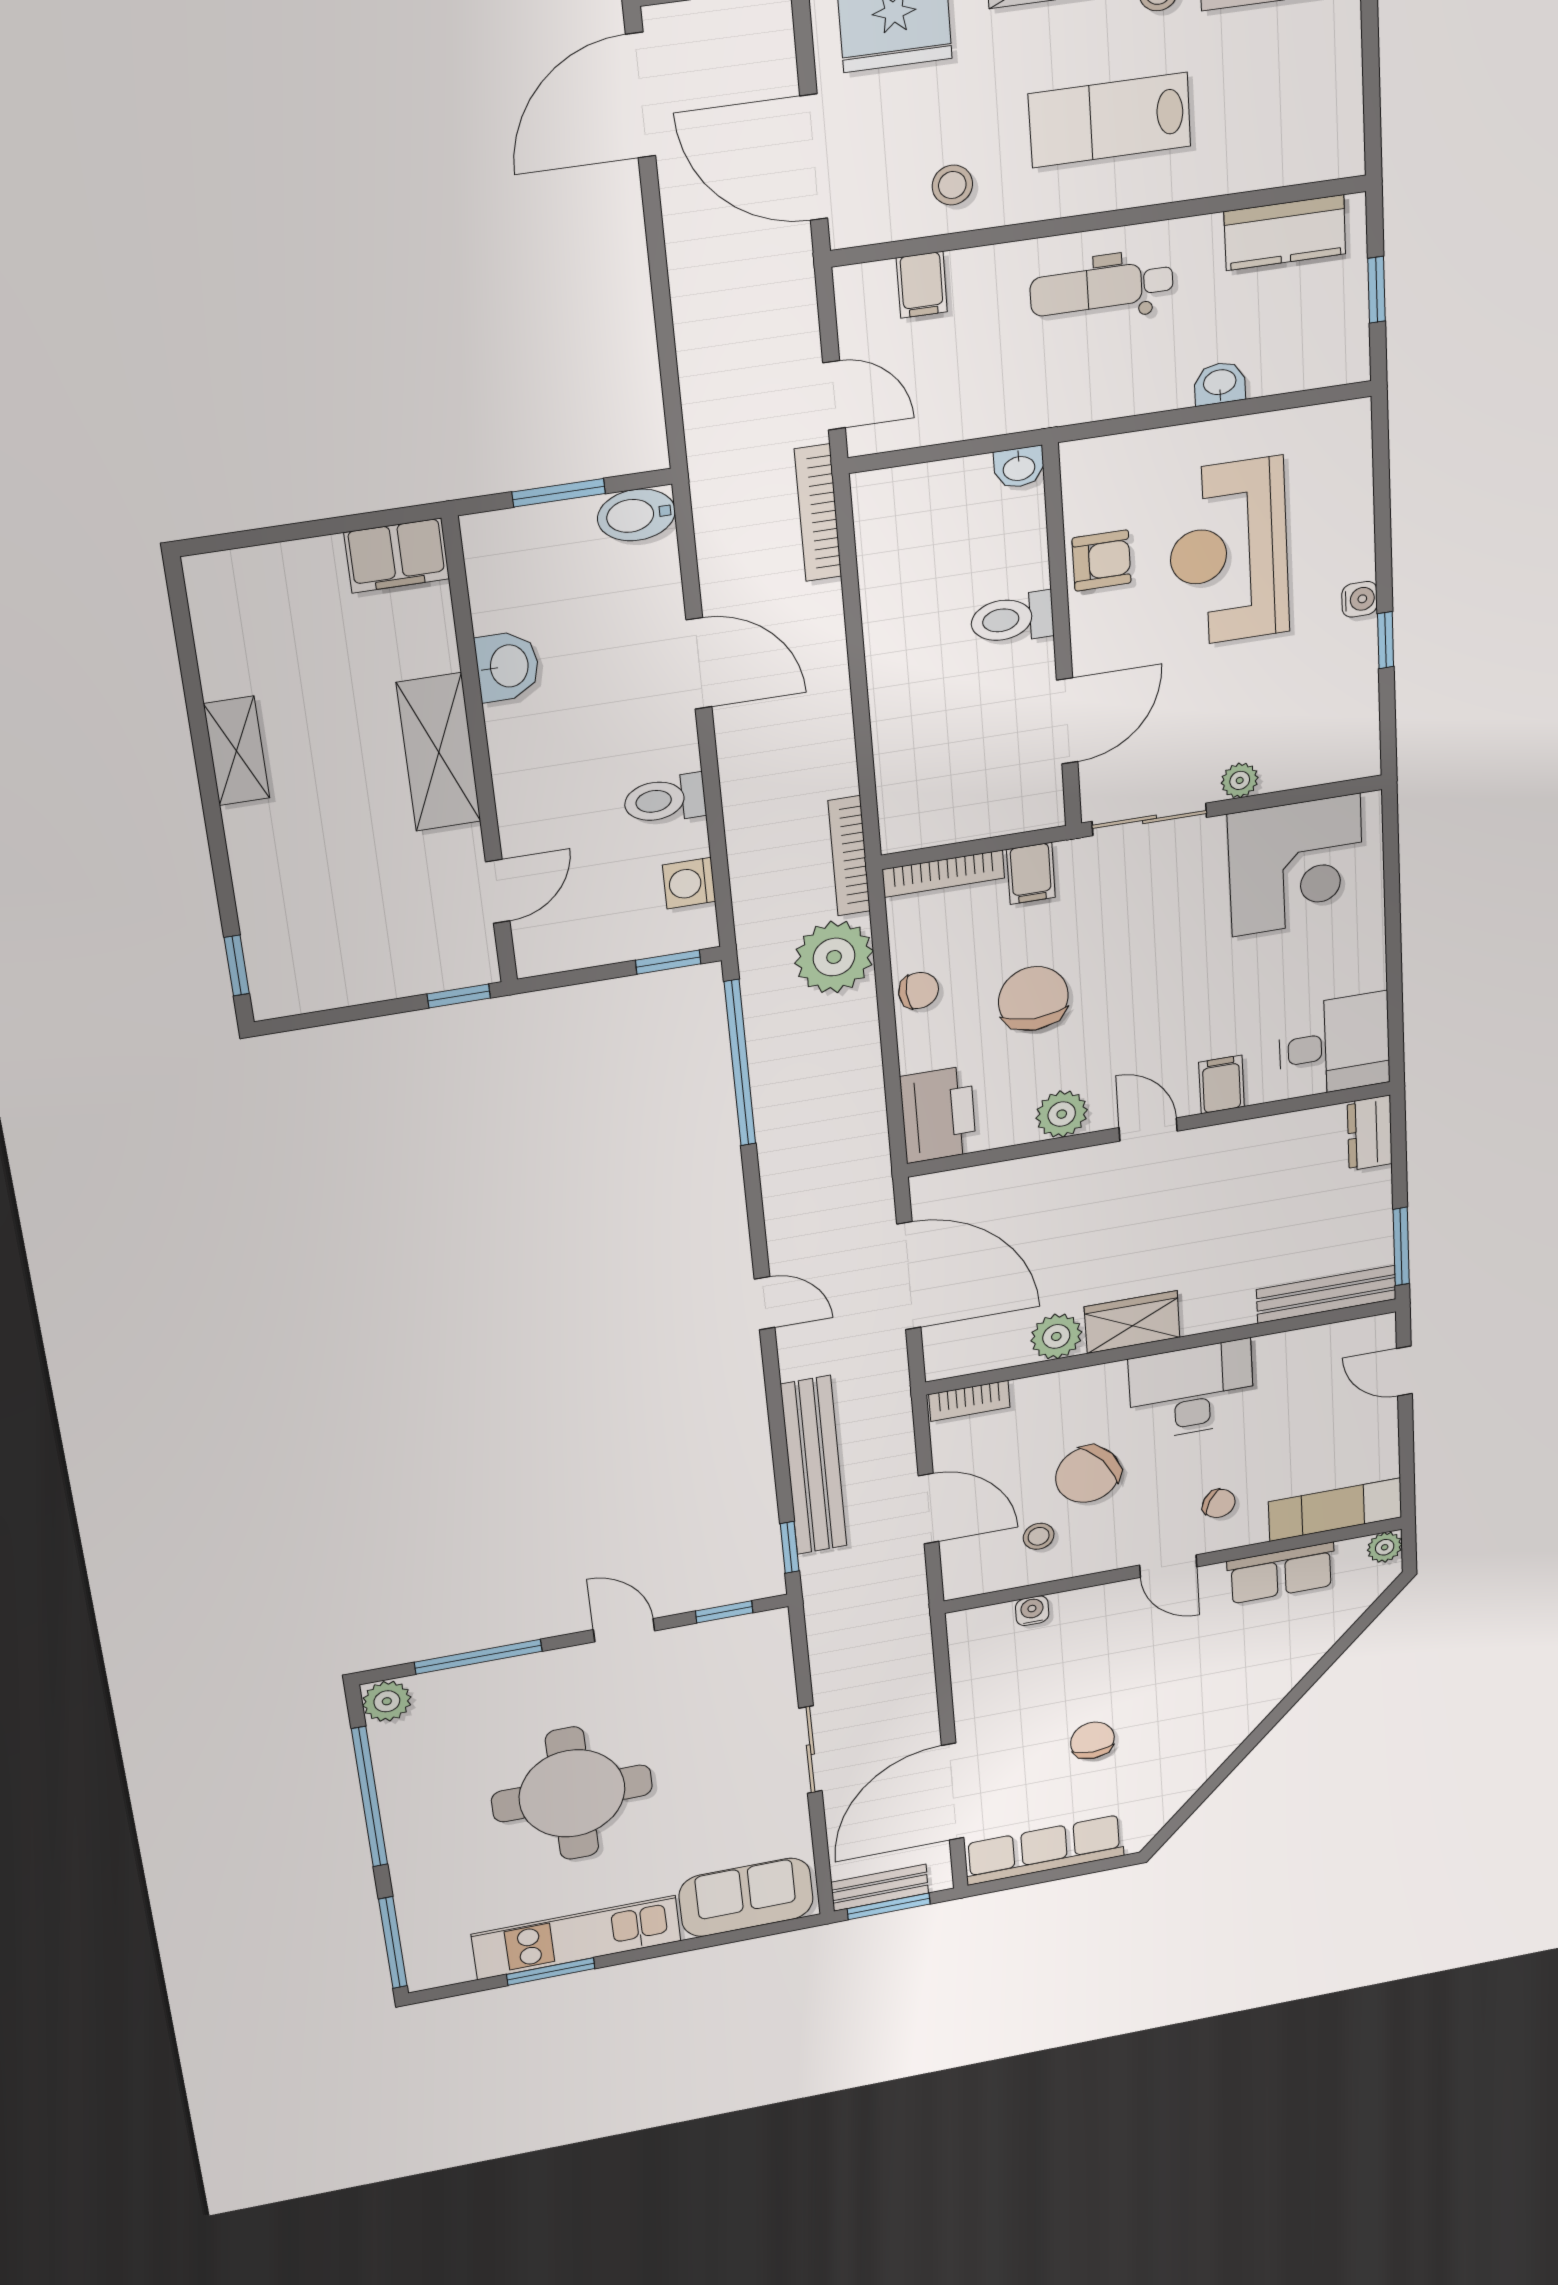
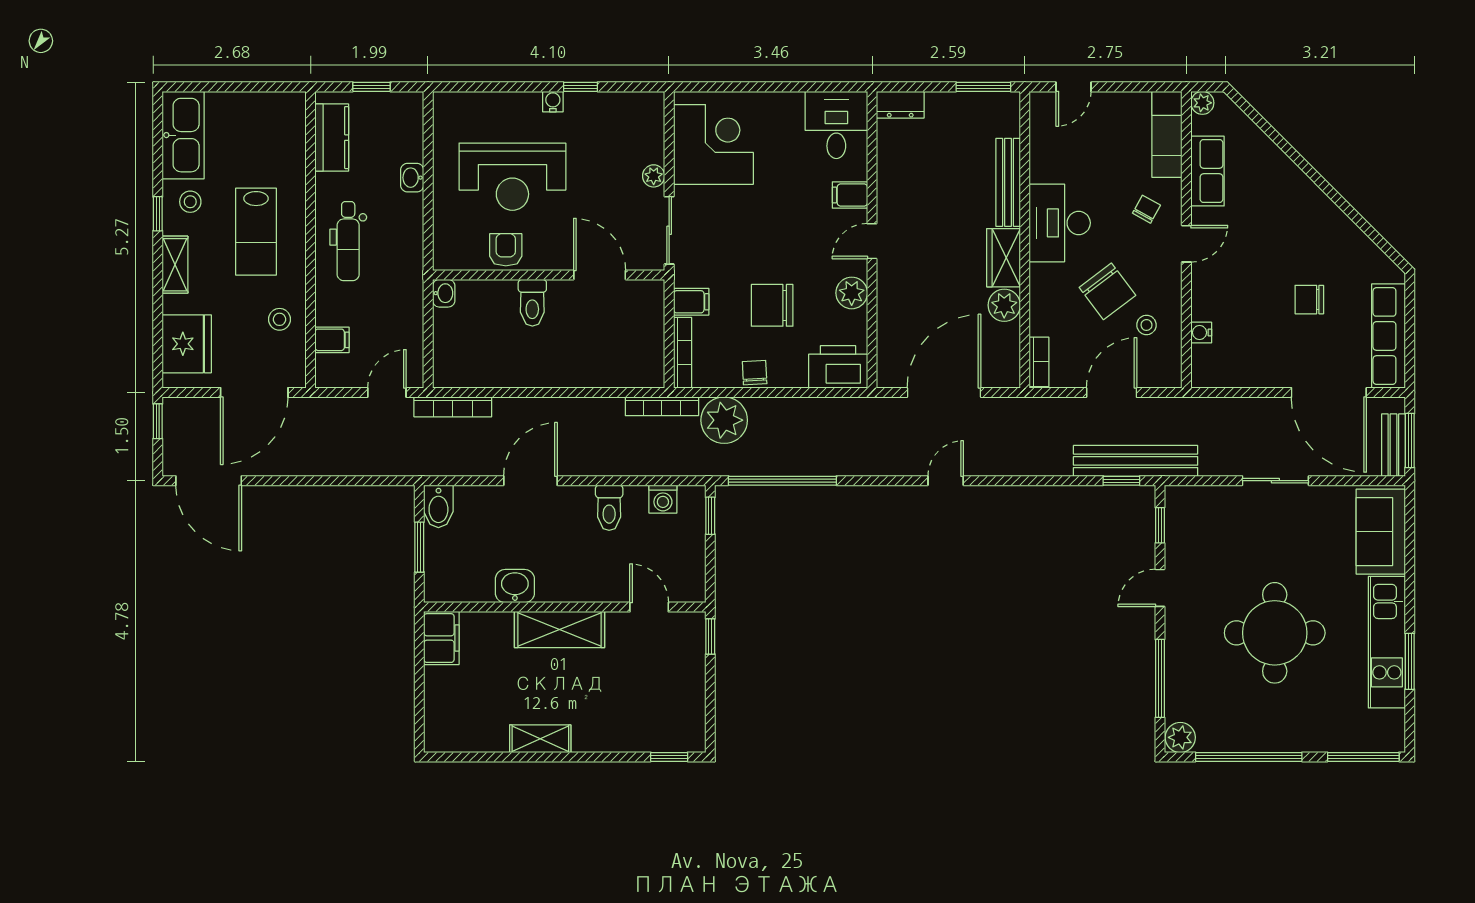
bench: (1326, 1294) -> (1008, 182), moved
bench: (814, 1465) -> (1136, 461), moved

